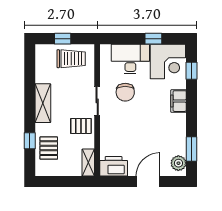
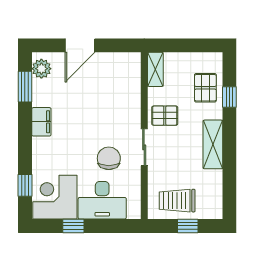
filing cabinet: (179, 101) -> (41, 122), moved
printer: (114, 166) -> (123, 65), removed

